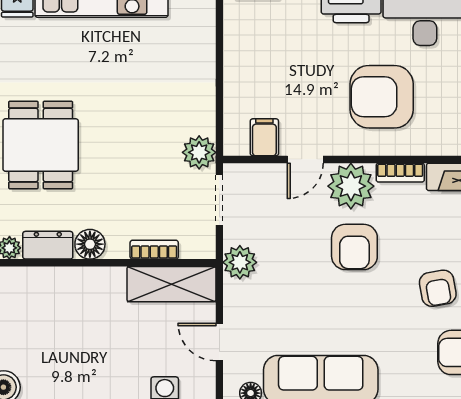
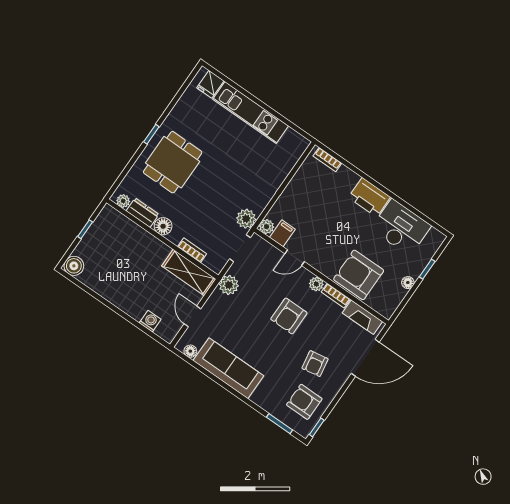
armchair: (382, 97) -> (359, 275), moved
plant: (236, 143) -> (267, 227), added
plant: (351, 186) -> (316, 284), width x0.53, depth x0.53

